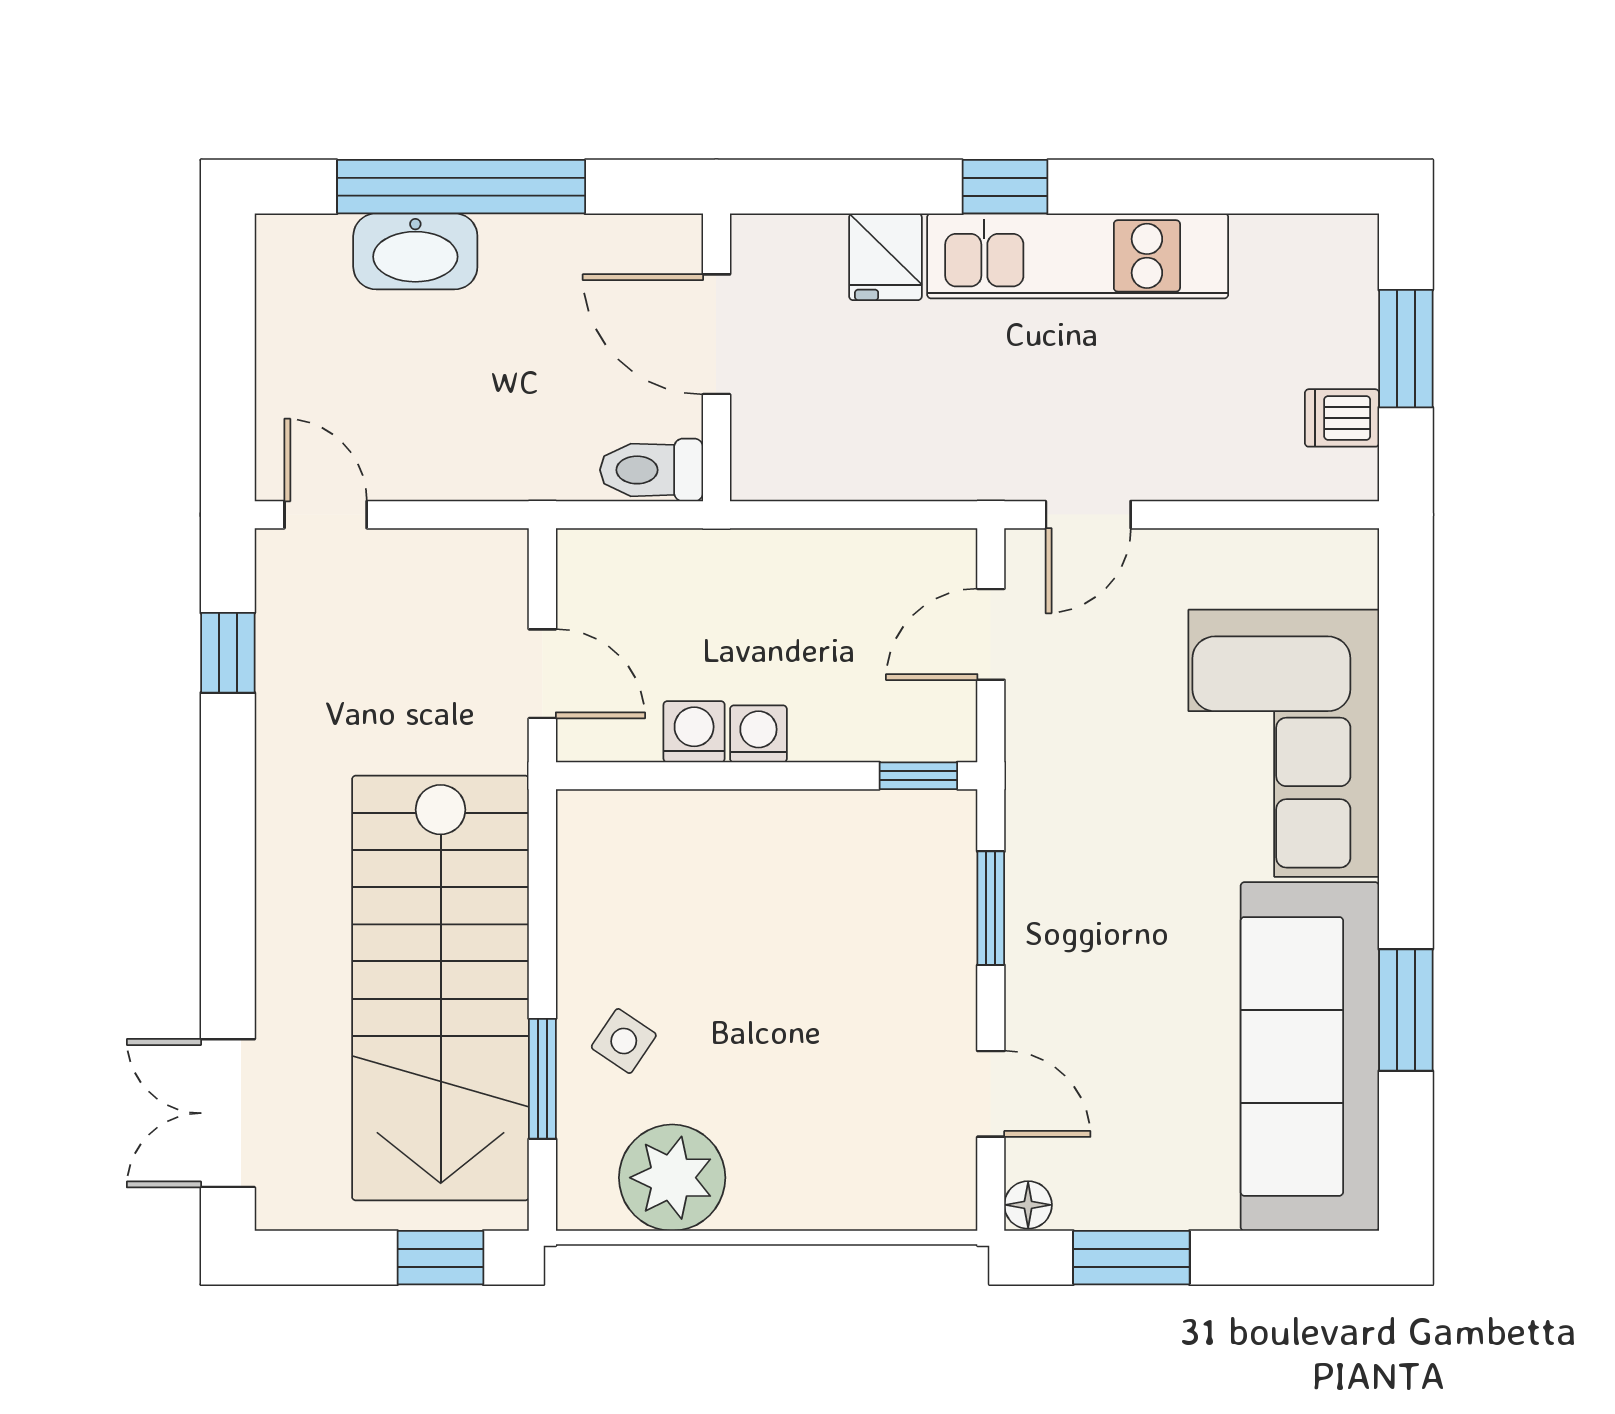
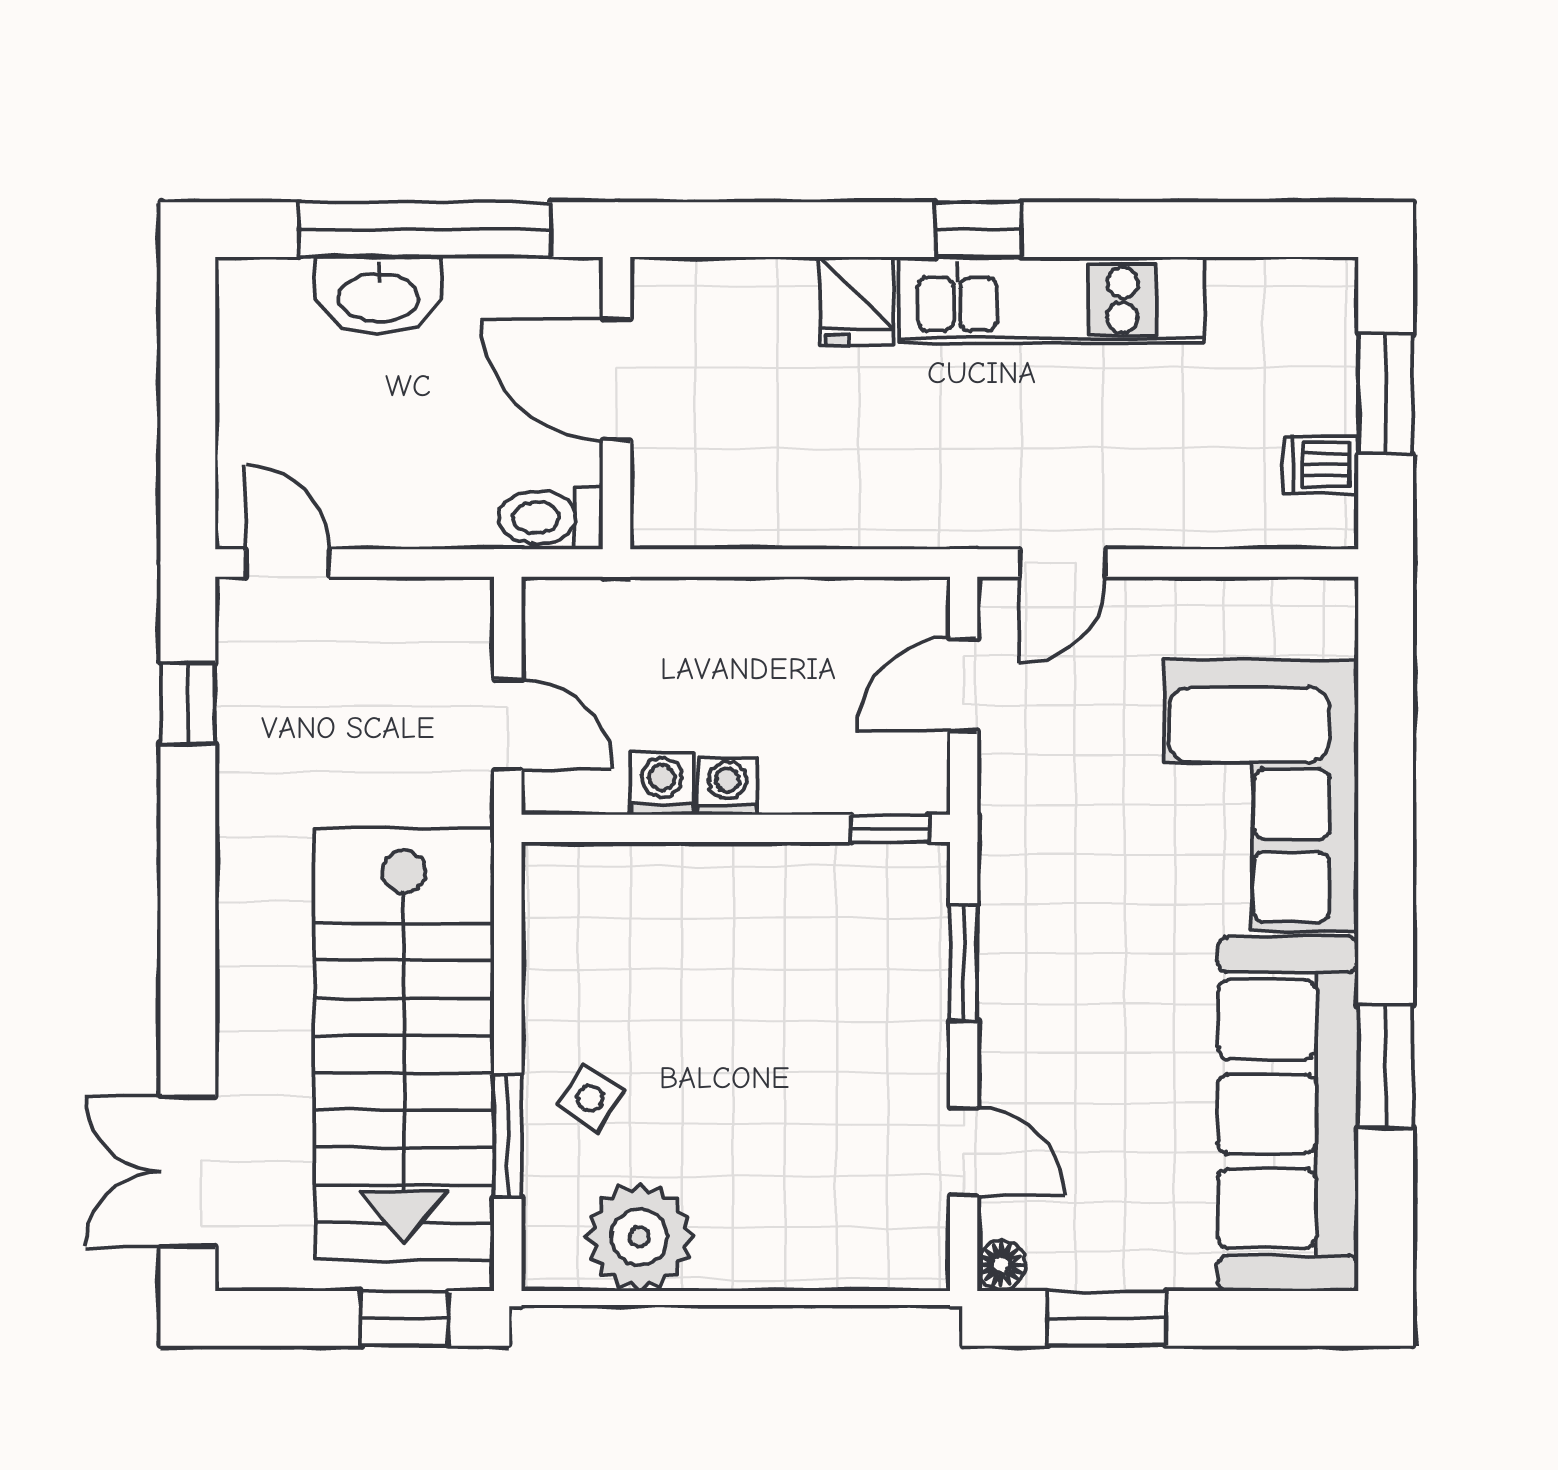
door: (716, 334) -> (617, 380), moved
wall: (716, 357) -> (617, 403), moved
toilet: (651, 470) -> (551, 518), moved

